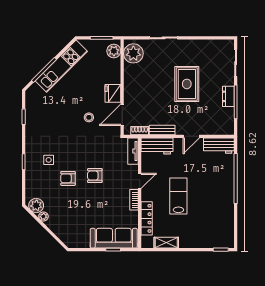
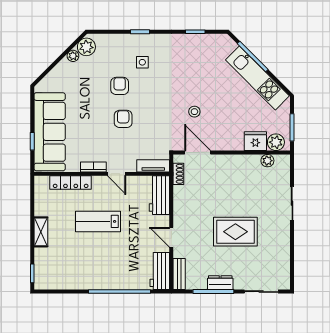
plant: (133, 53) -> (267, 161), width x0.53, depth x0.53
fridge: (113, 93) -> (255, 141), moved
bench: (162, 130) -> (179, 274), moved
lab bench: (178, 196) -> (98, 221), turned 180
sofa: (114, 238) -> (50, 132), width x1.36, depth x1.27
shelving: (166, 243) -> (41, 232), moved

